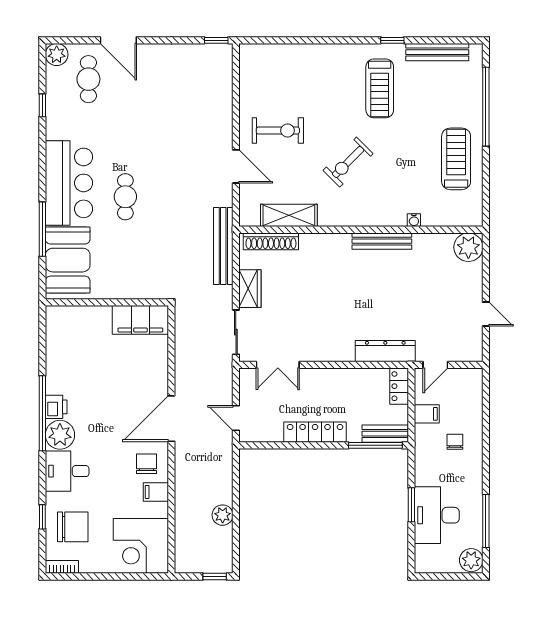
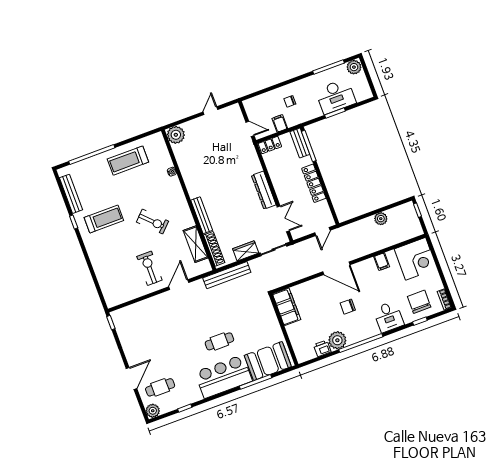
bench: (382, 241) -> (202, 215), moved
dresser: (385, 351) -> (264, 190), moved
printer: (56, 407) -> (322, 348), moved
plant: (60, 435) -> (337, 340), moved
chair: (146, 464) -> (348, 307), moved

